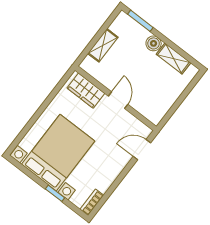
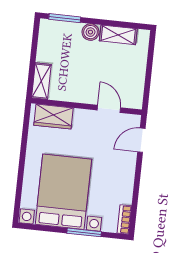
shelving: (103, 45) -> (41, 81), moved
door: (118, 100) -> (109, 109), moved
window: (55, 193) -> (84, 232), width x1.50

